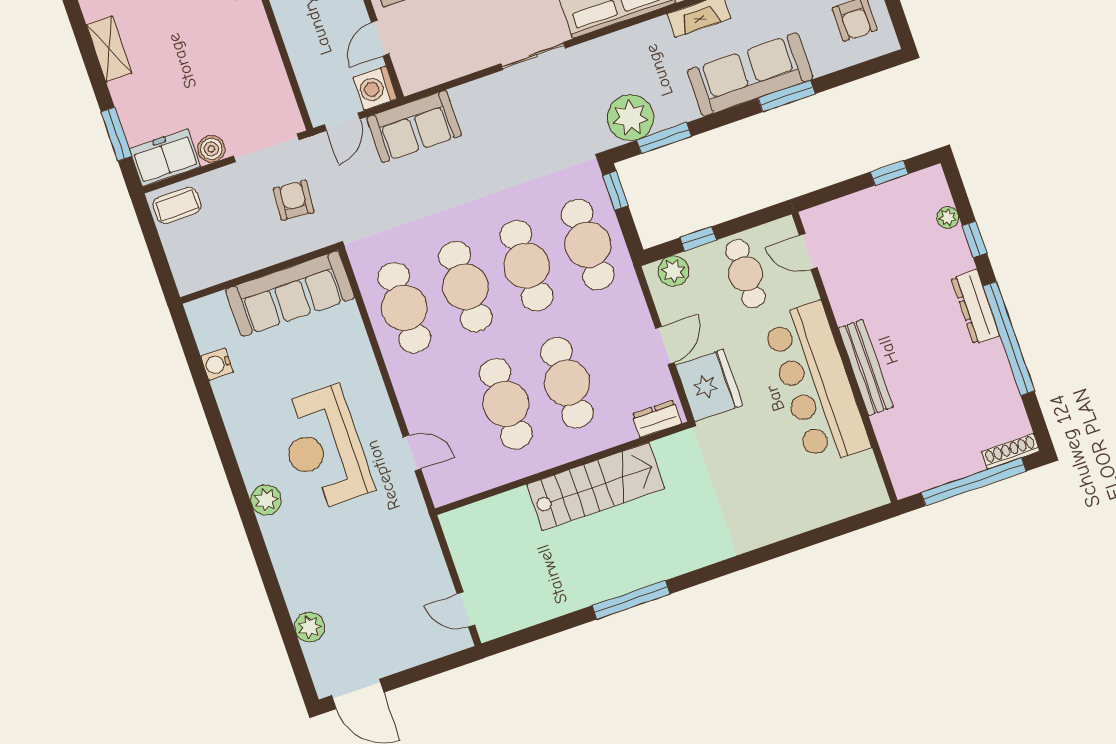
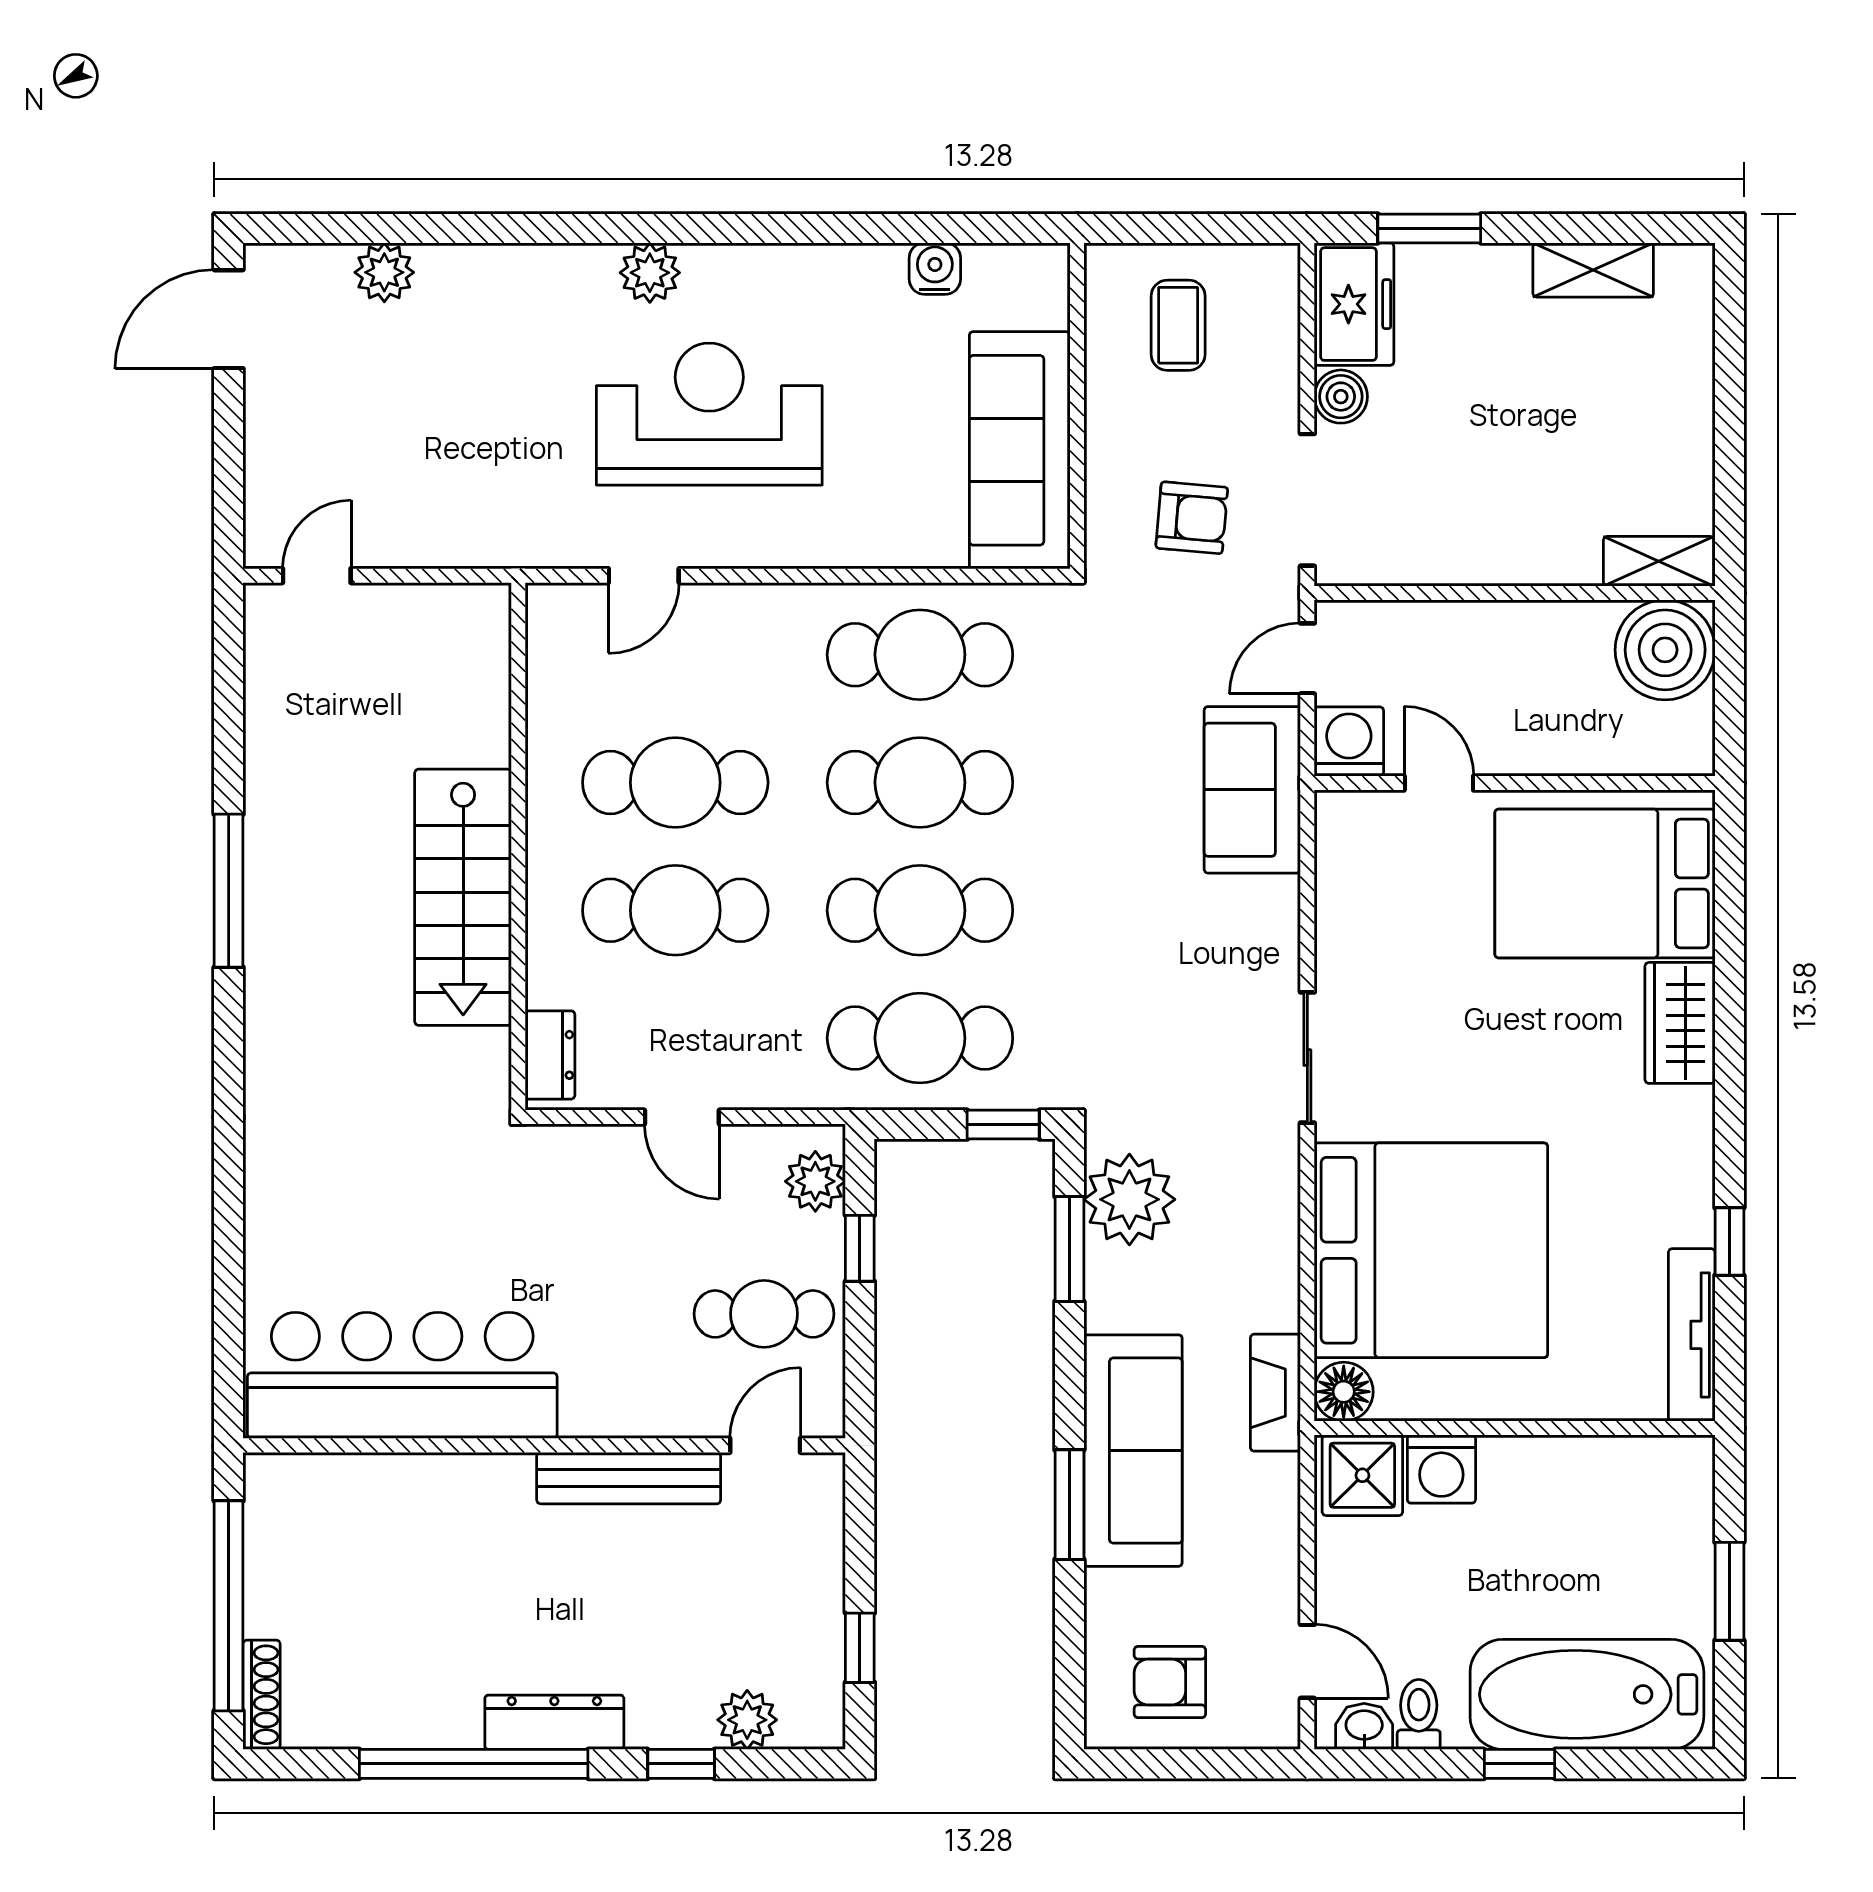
door: (342, 122) -> (1307, 658), hinge flipped
coffee table: (177, 205) -> (1178, 325), moved
plant: (948, 217) -> (747, 1720), width x1.38, depth x1.38
bench: (866, 368) -> (629, 1478), moved
bar counter: (816, 384) -> (402, 1375), moved
fridge: (709, 385) -> (579, 1174), removed

